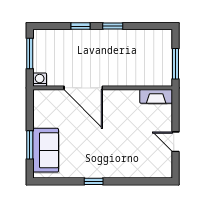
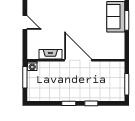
washing machine: (40, 80) -> (32, 66), moved
door: (83, 88) -> (78, 60), moved
fireplace: (156, 96) -> (50, 54), moved

